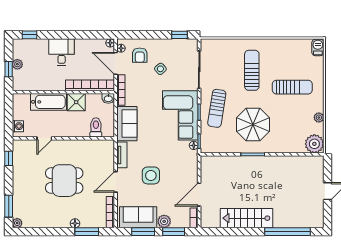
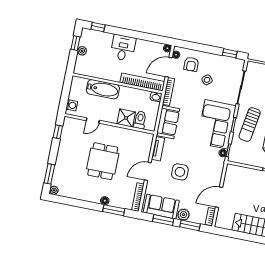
door: (116, 63) -> (169, 67), hinge flipped
window: (9, 69) -> (76, 43), moved
shower: (76, 102) -> (126, 118), moved
dining table: (64, 181) -> (103, 161), turned 90

